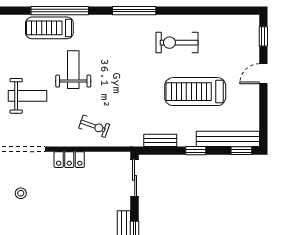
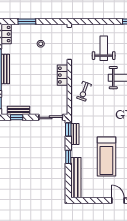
treadmill: (195, 92) -> (106, 157), turned 180
weight bench: (28, 96) -> (104, 48), turned 180
window: (241, 151) -> (68, 130), moved

